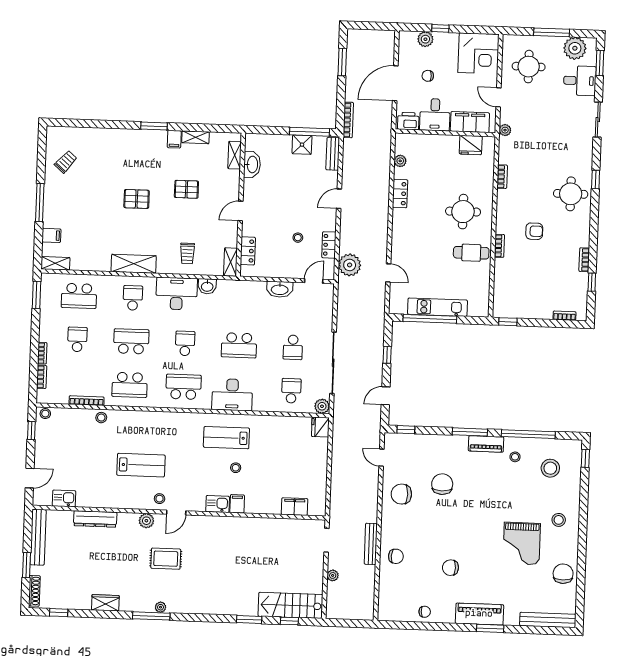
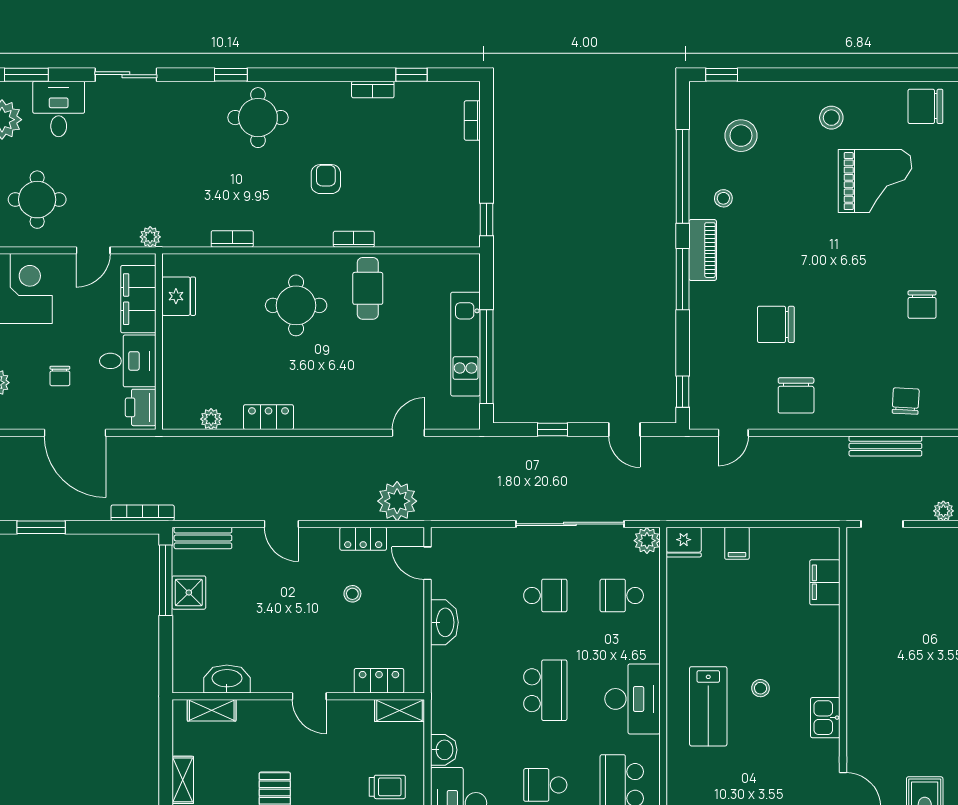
filing cabinet: (237, 504) -> (737, 543), moved, turned -90

